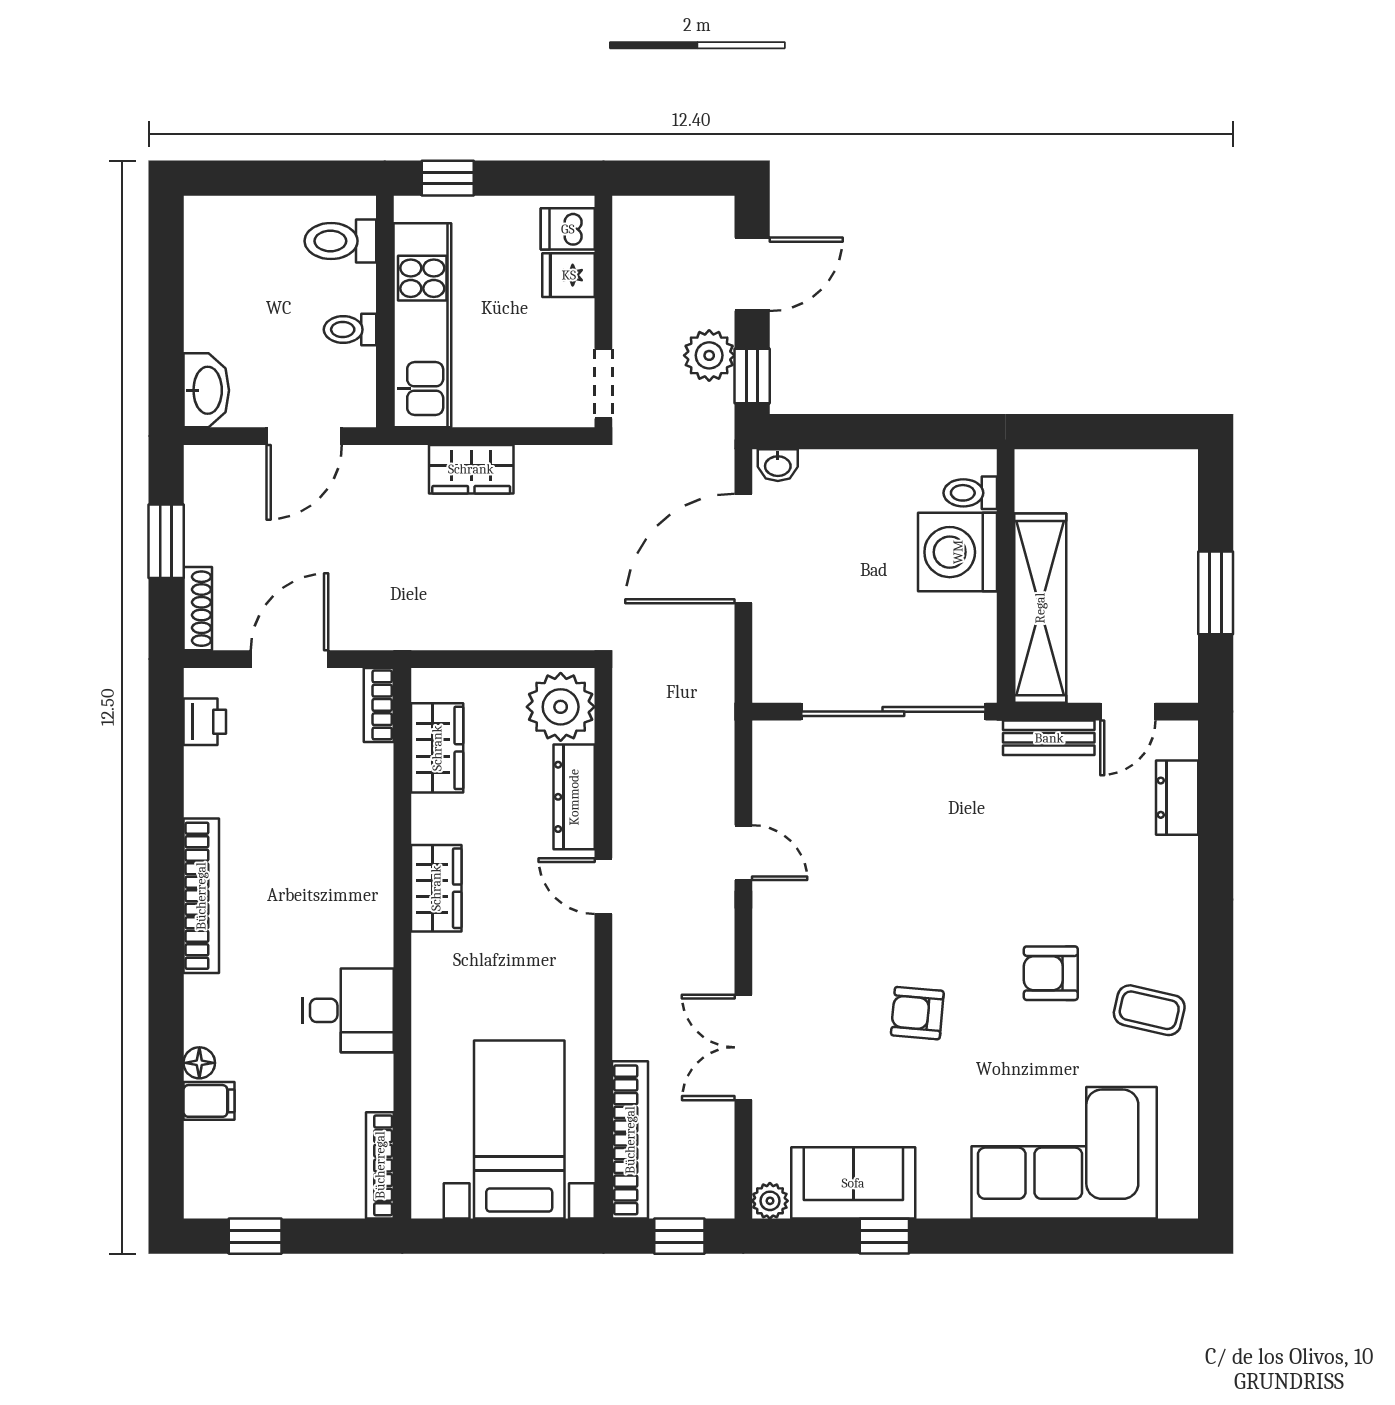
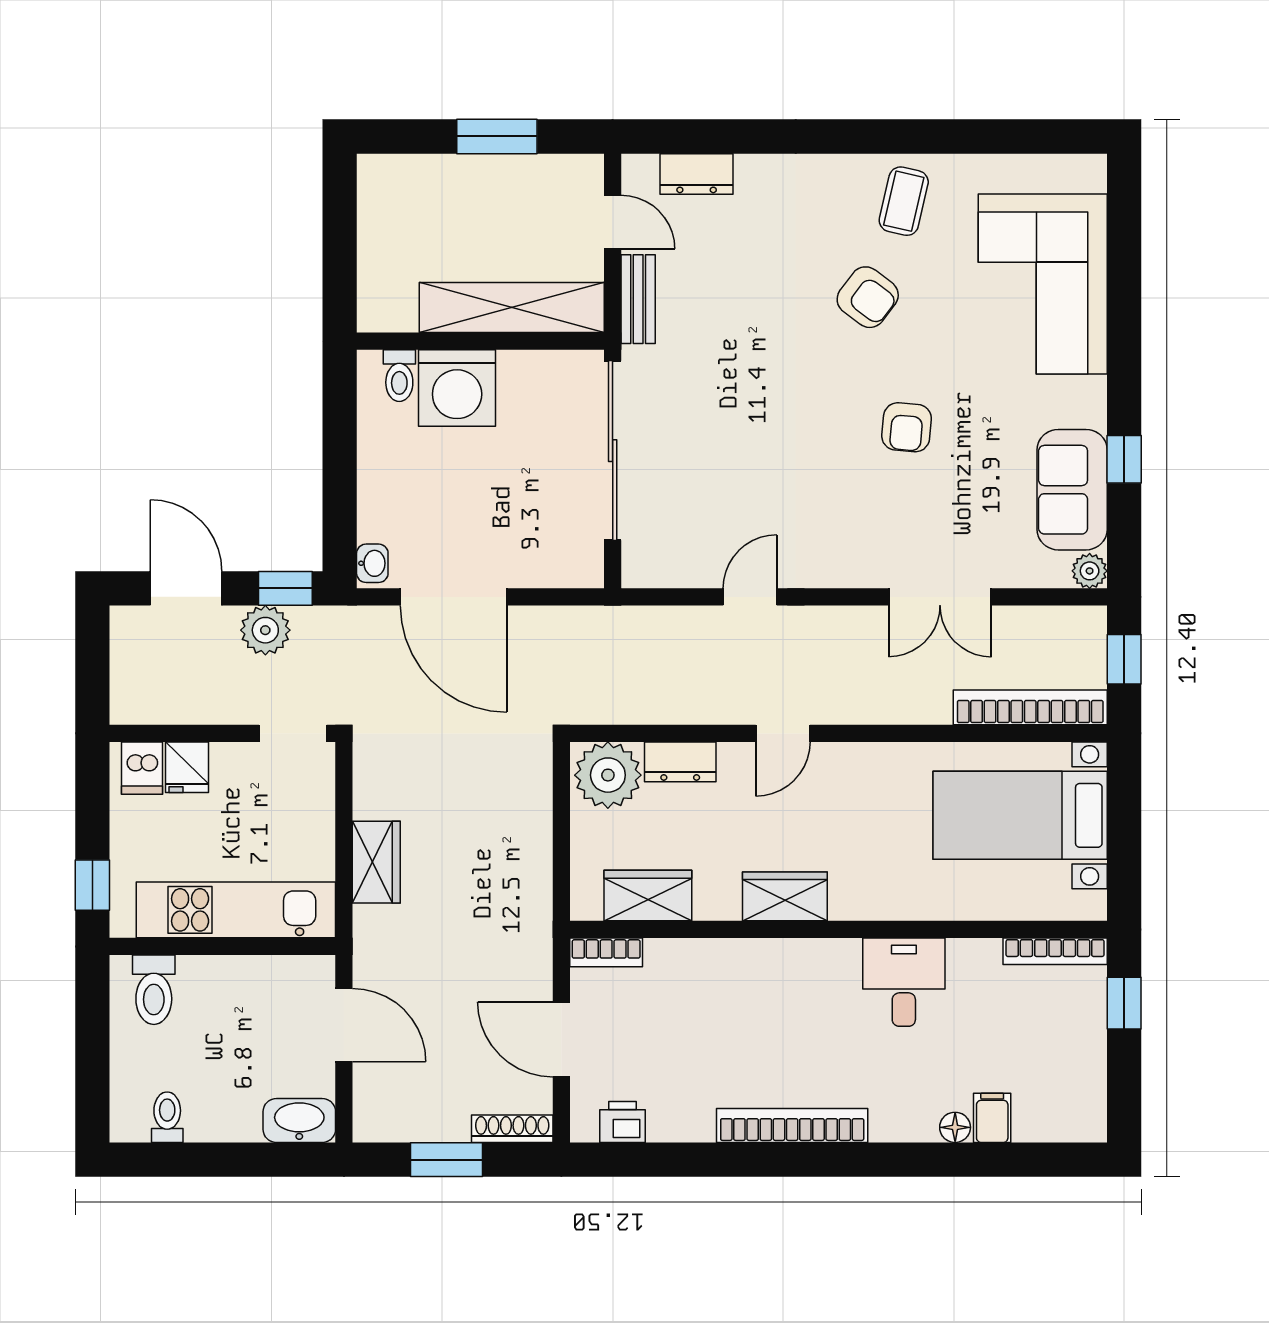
toilet: (350, 330) -> (167, 1117), moved, turned 180
dresser: (574, 797) -> (680, 762), width x0.70
armchair: (1051, 973) -> (868, 297), turned -53
window: (255, 1236) -> (1124, 1003), moved

